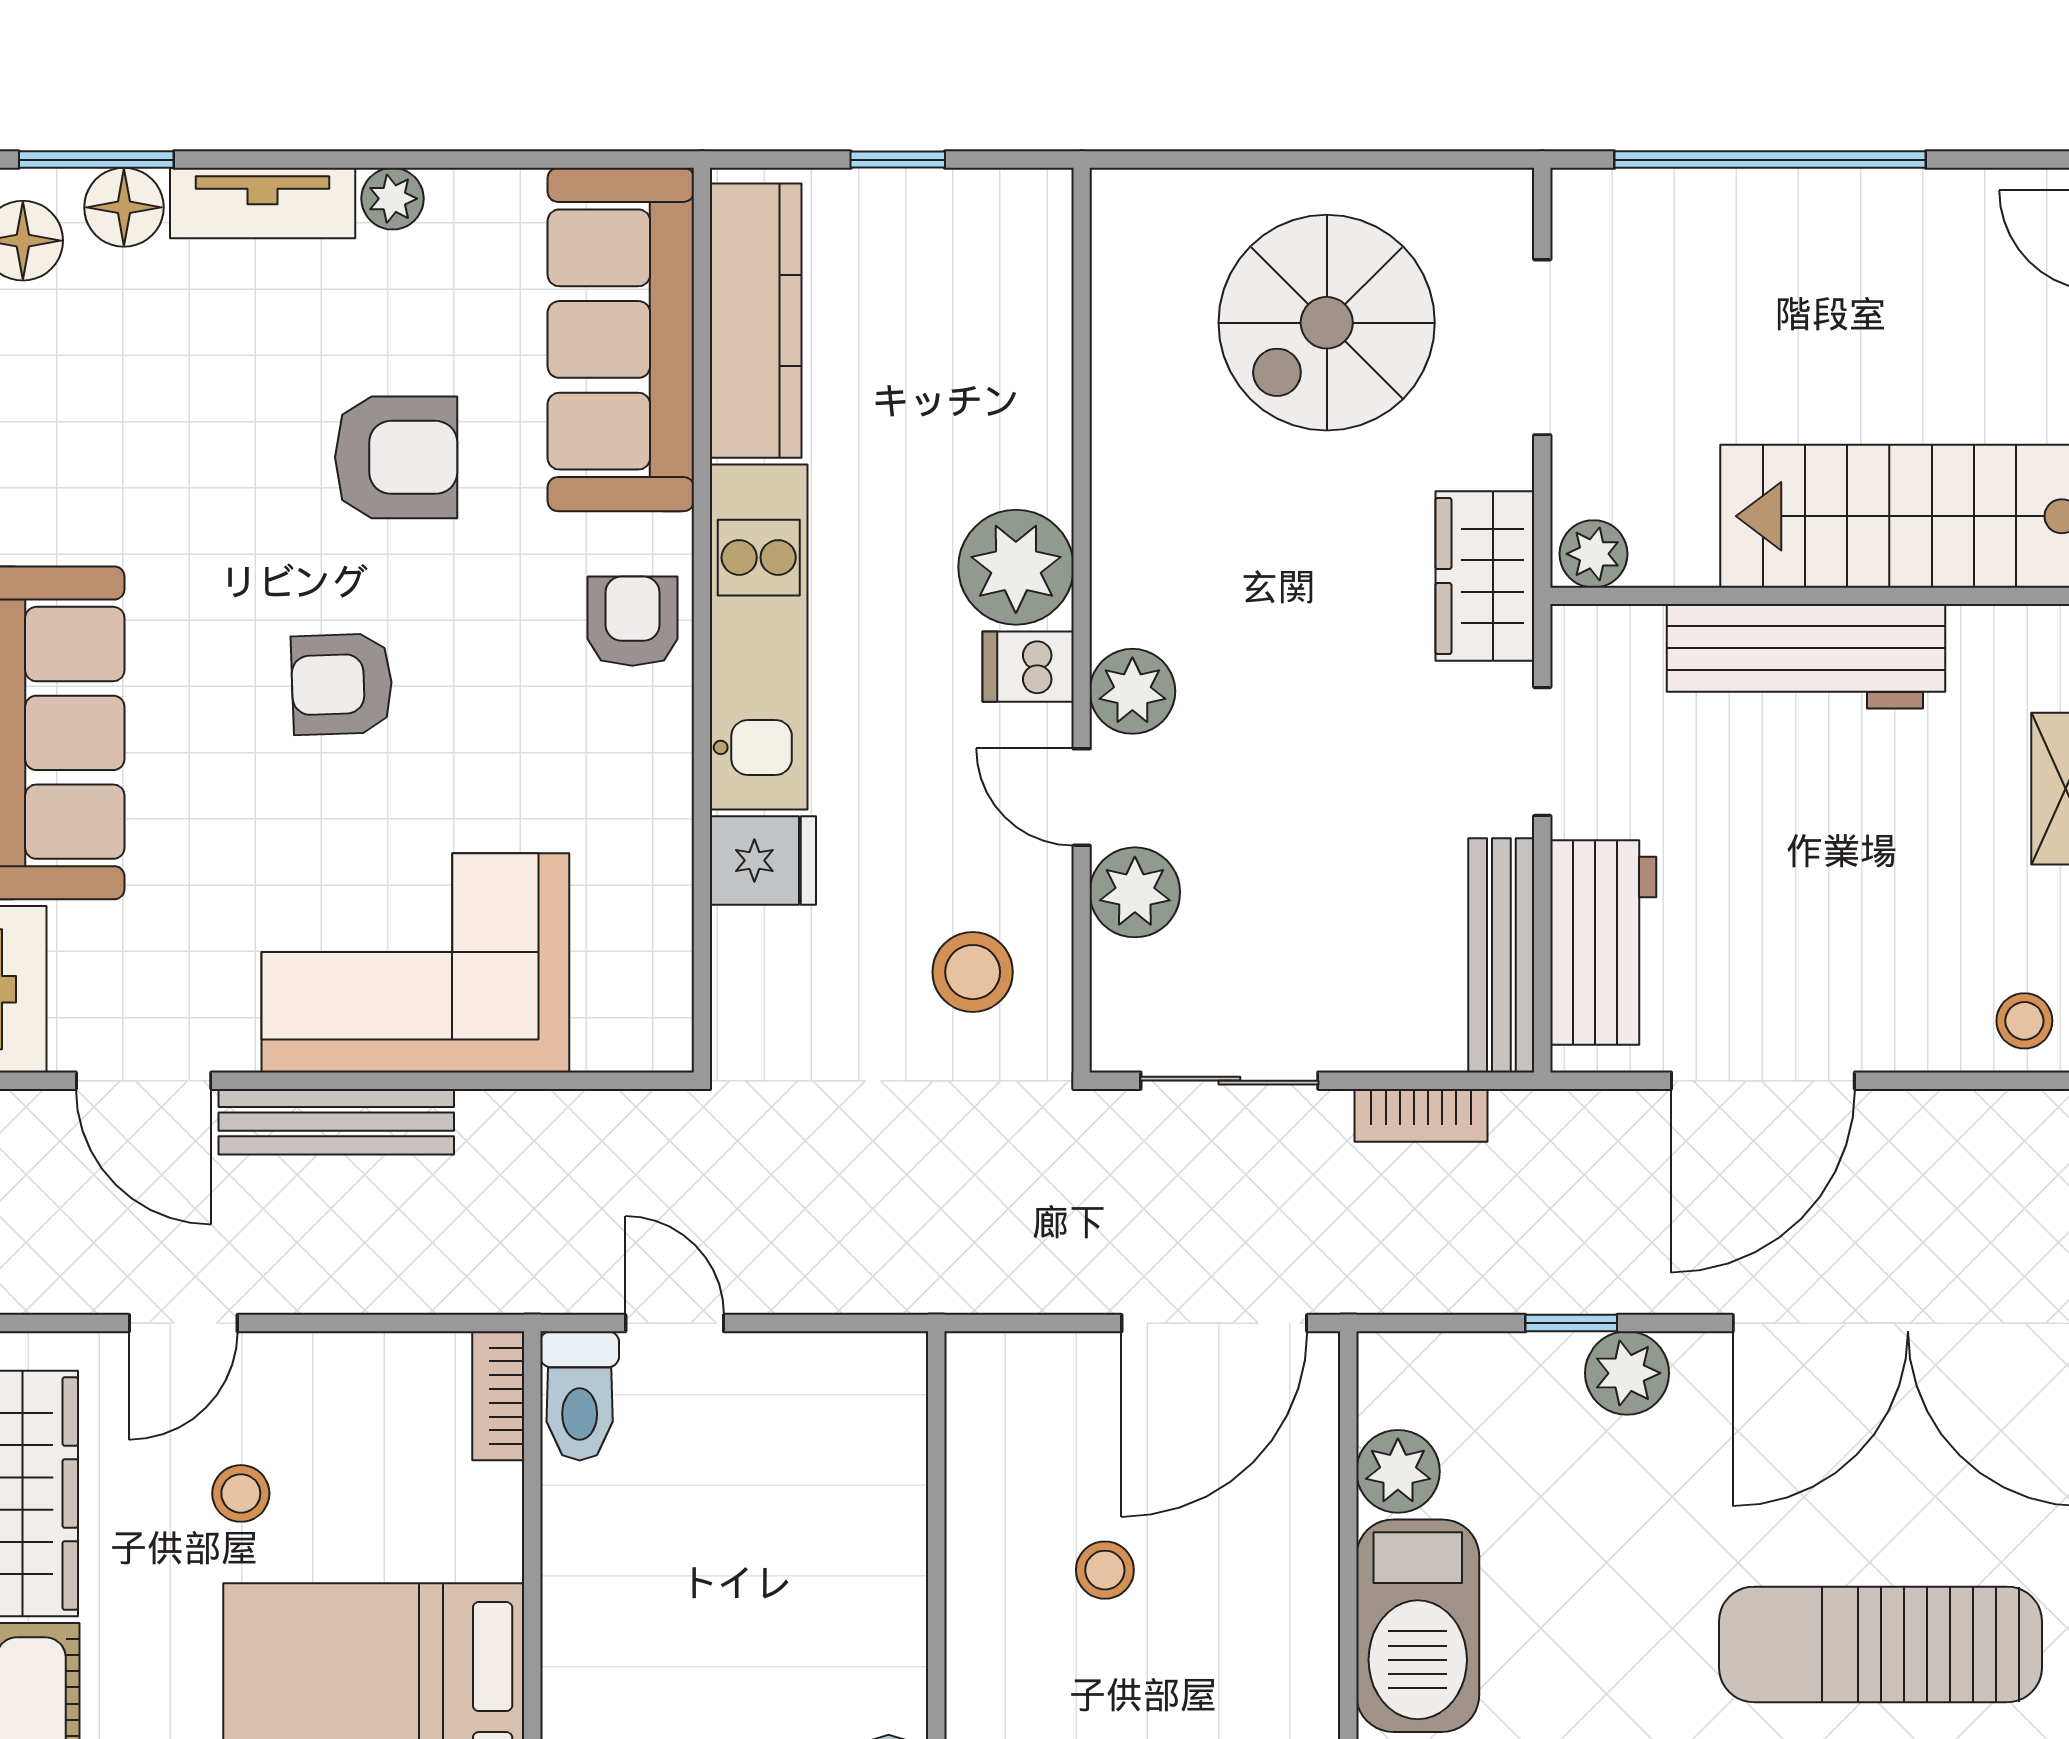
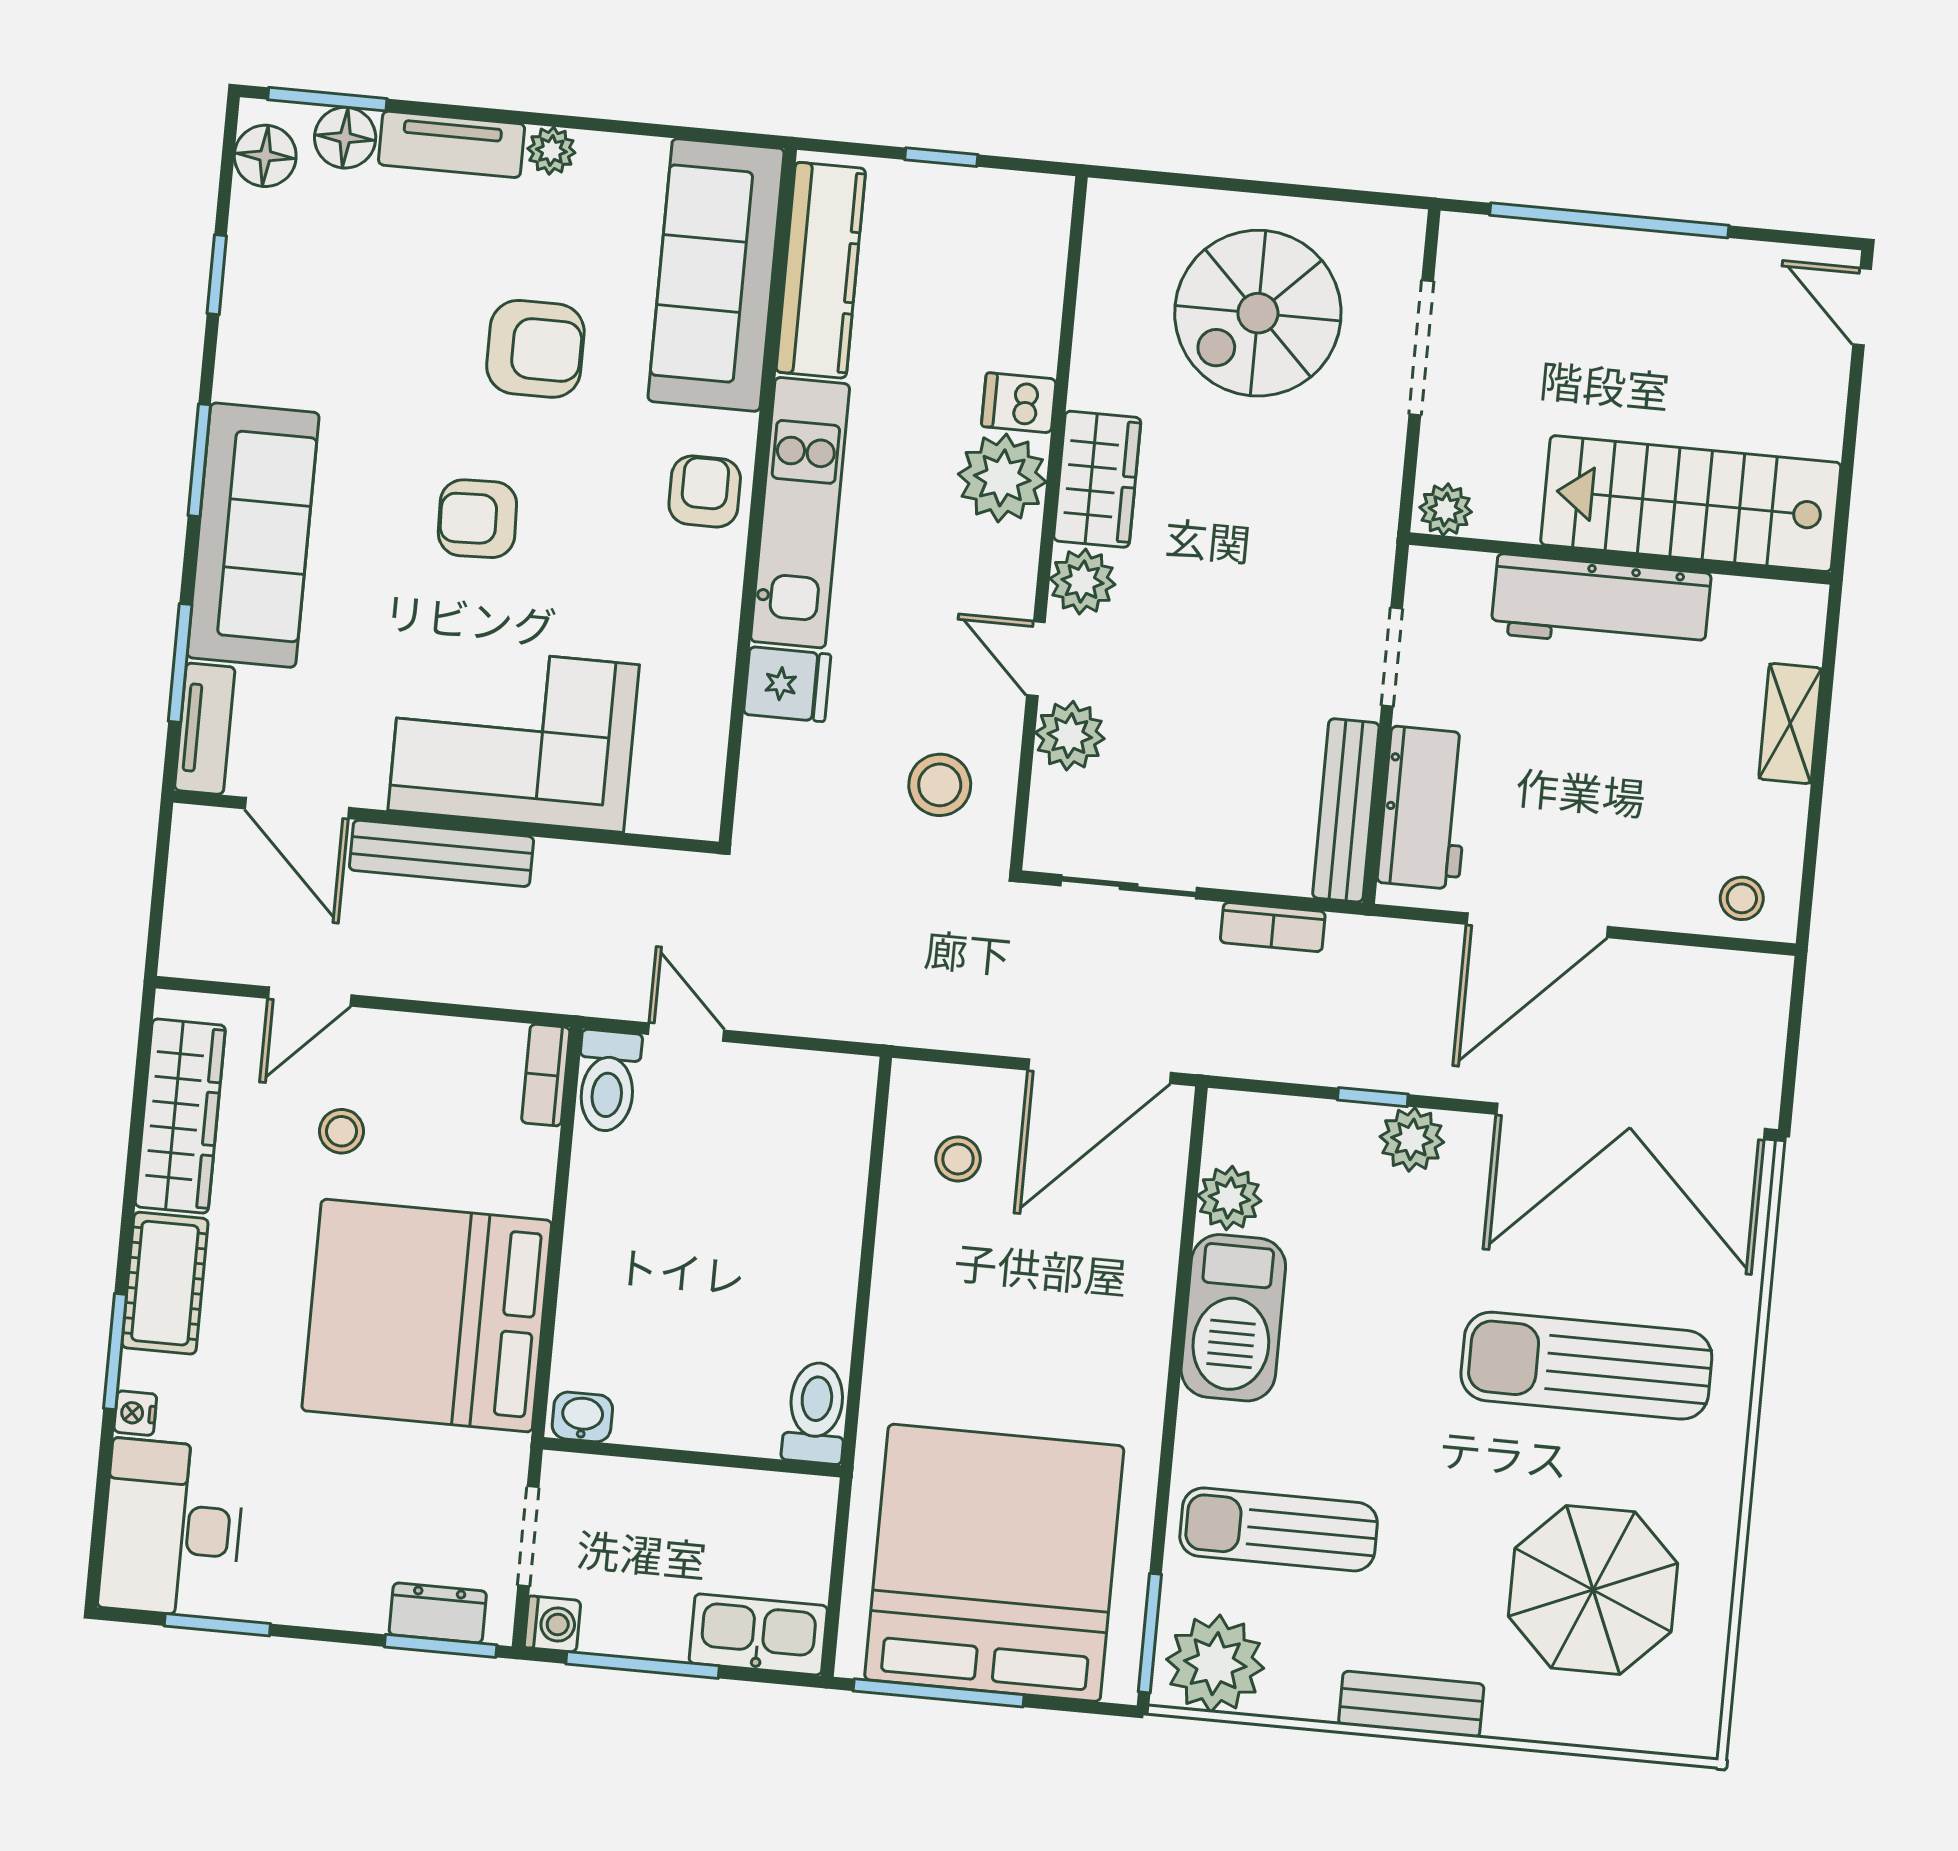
wardrobe: (1485, 576) -> (1097, 479), moved, turned 180
dishwasher: (1028, 667) -> (1019, 403), moved
stool: (1105, 1570) -> (958, 1159), moved

